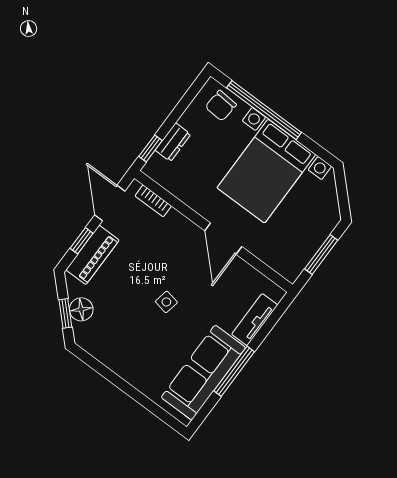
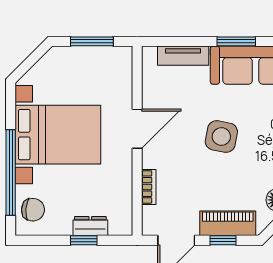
window: (150, 148) -> (84, 240), moved
bookcase: (153, 201) -> (149, 187), moved
side table: (166, 302) -> (221, 137), width x1.87, depth x1.87
window: (234, 371) -> (236, 41), width x0.69

